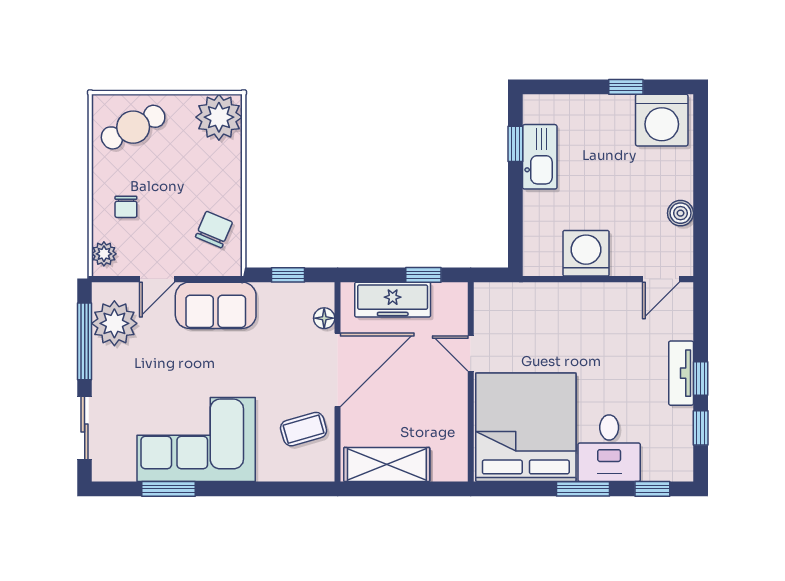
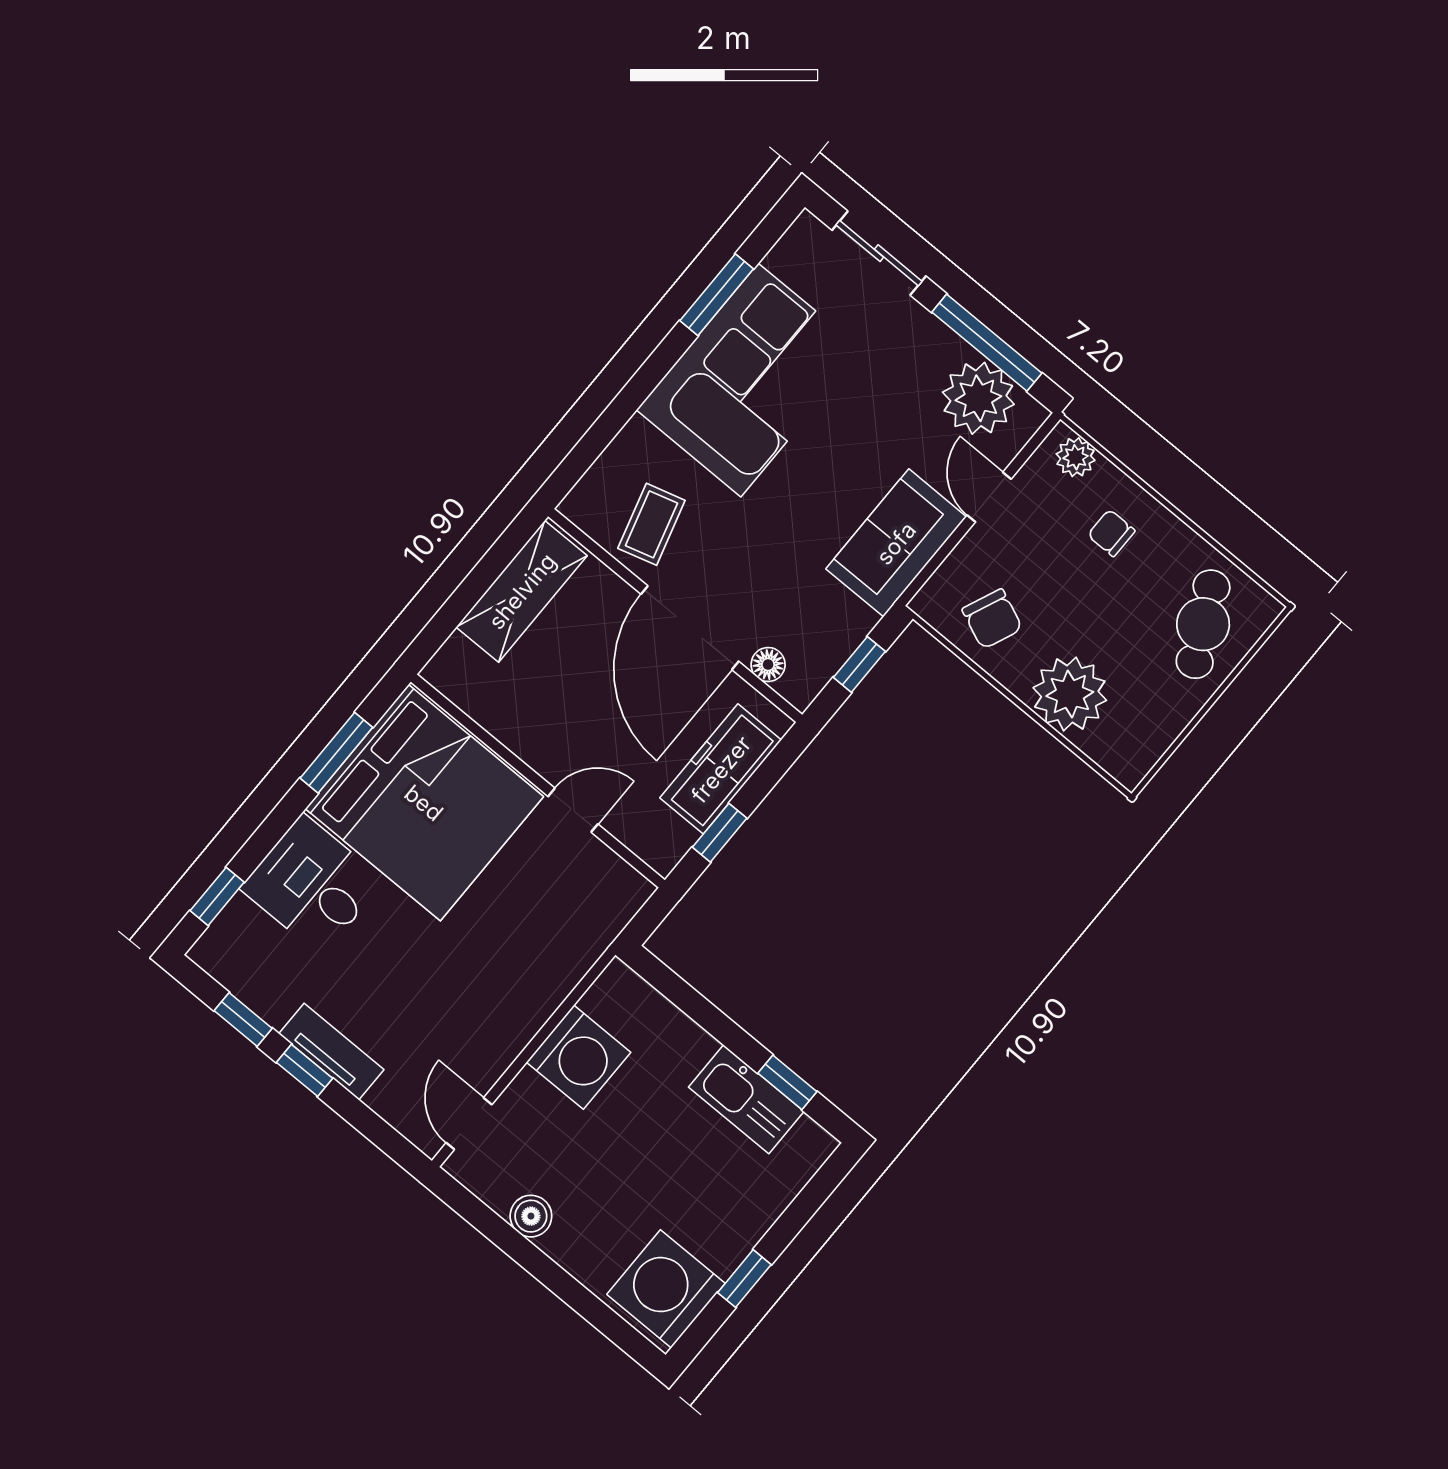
plant: (219, 117) -> (1070, 694), moved
window: (583, 489) -> (336, 753), moved

